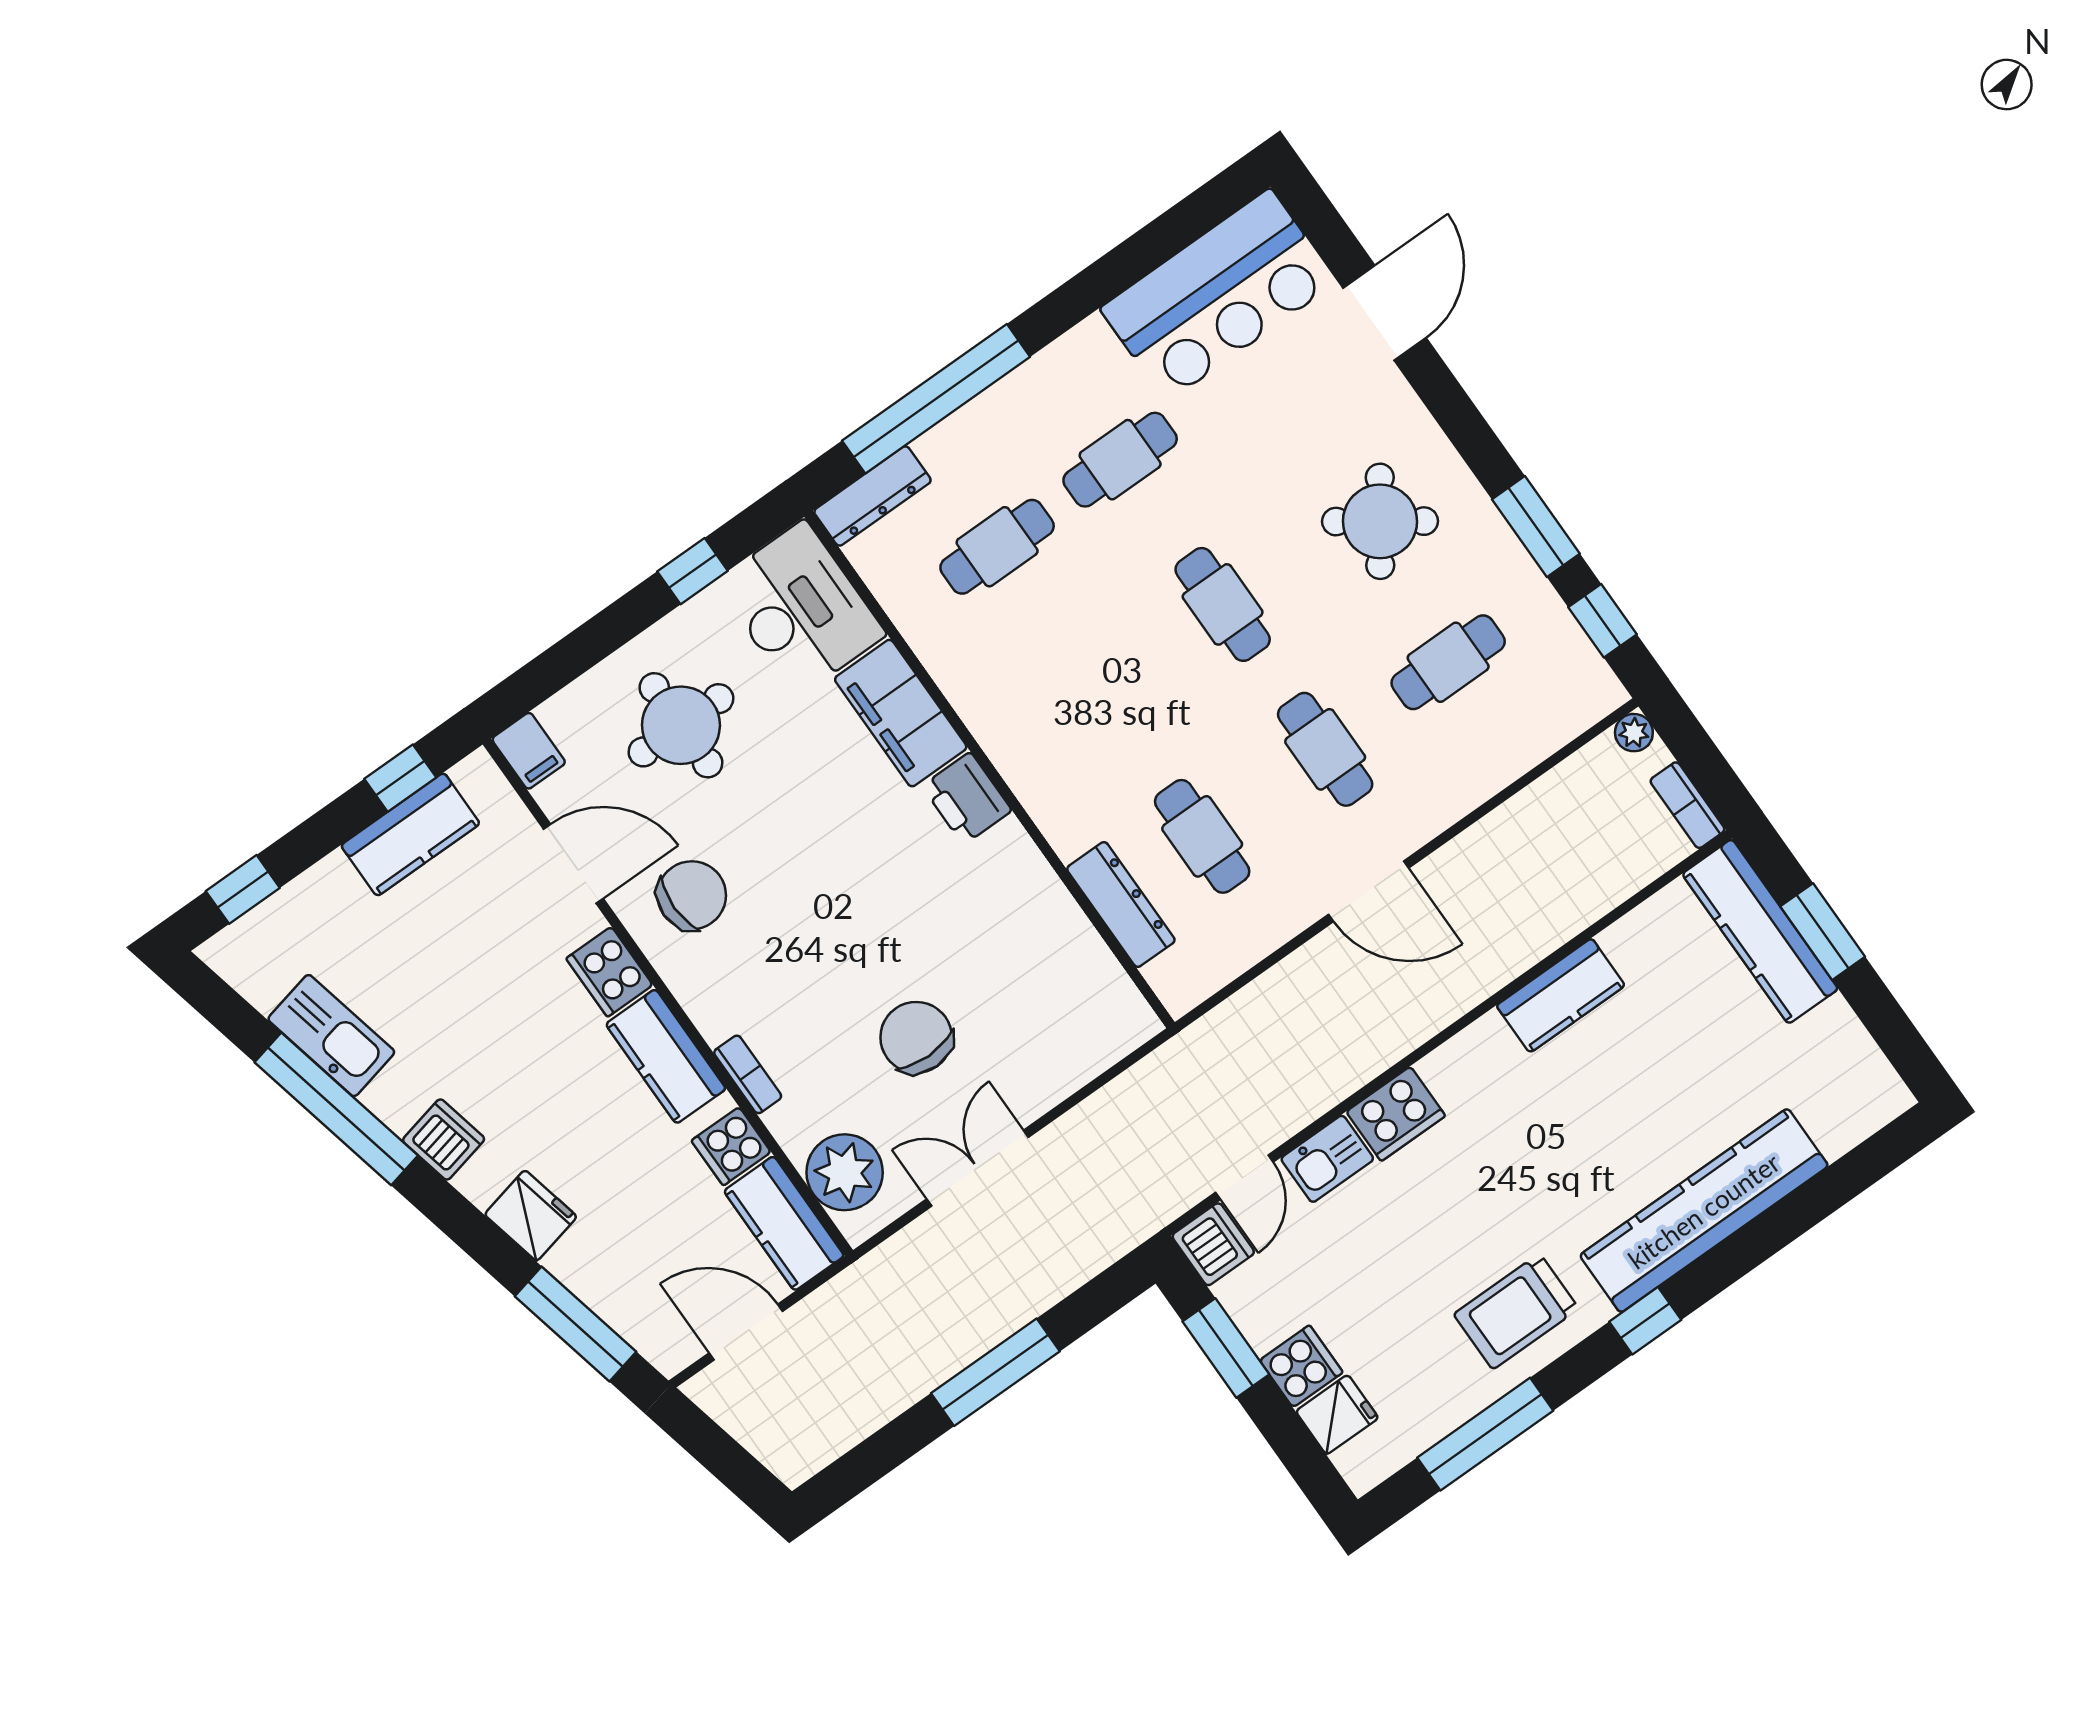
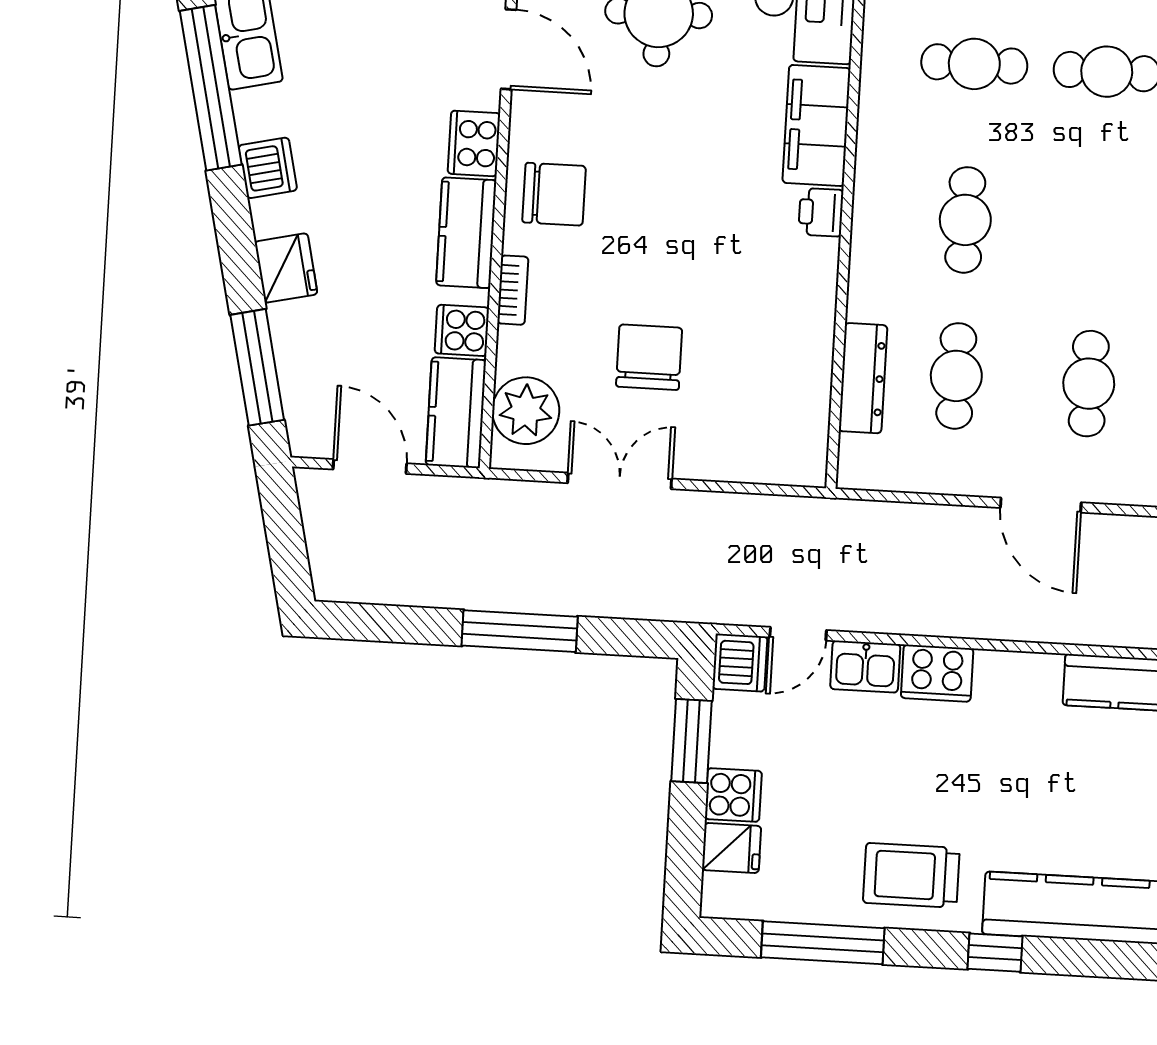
cafe table: (1223, 604) -> (965, 220), moved
printer: (967, 798) -> (821, 212), width x0.73, depth x0.81
chair: (692, 895) -> (554, 194), moved

